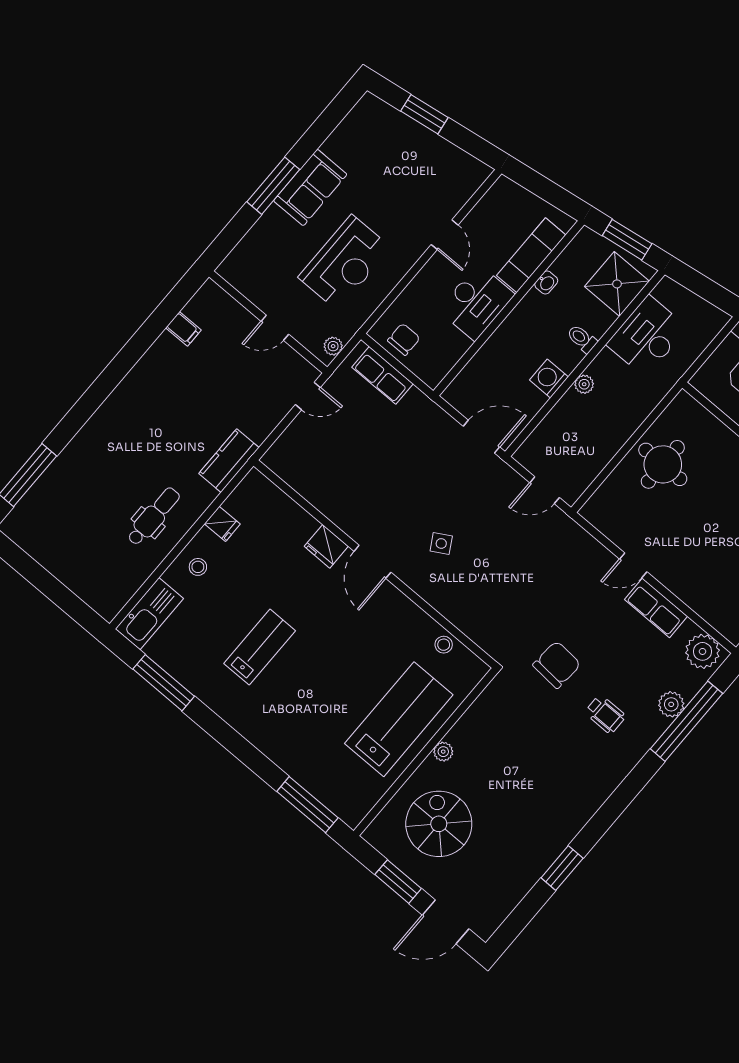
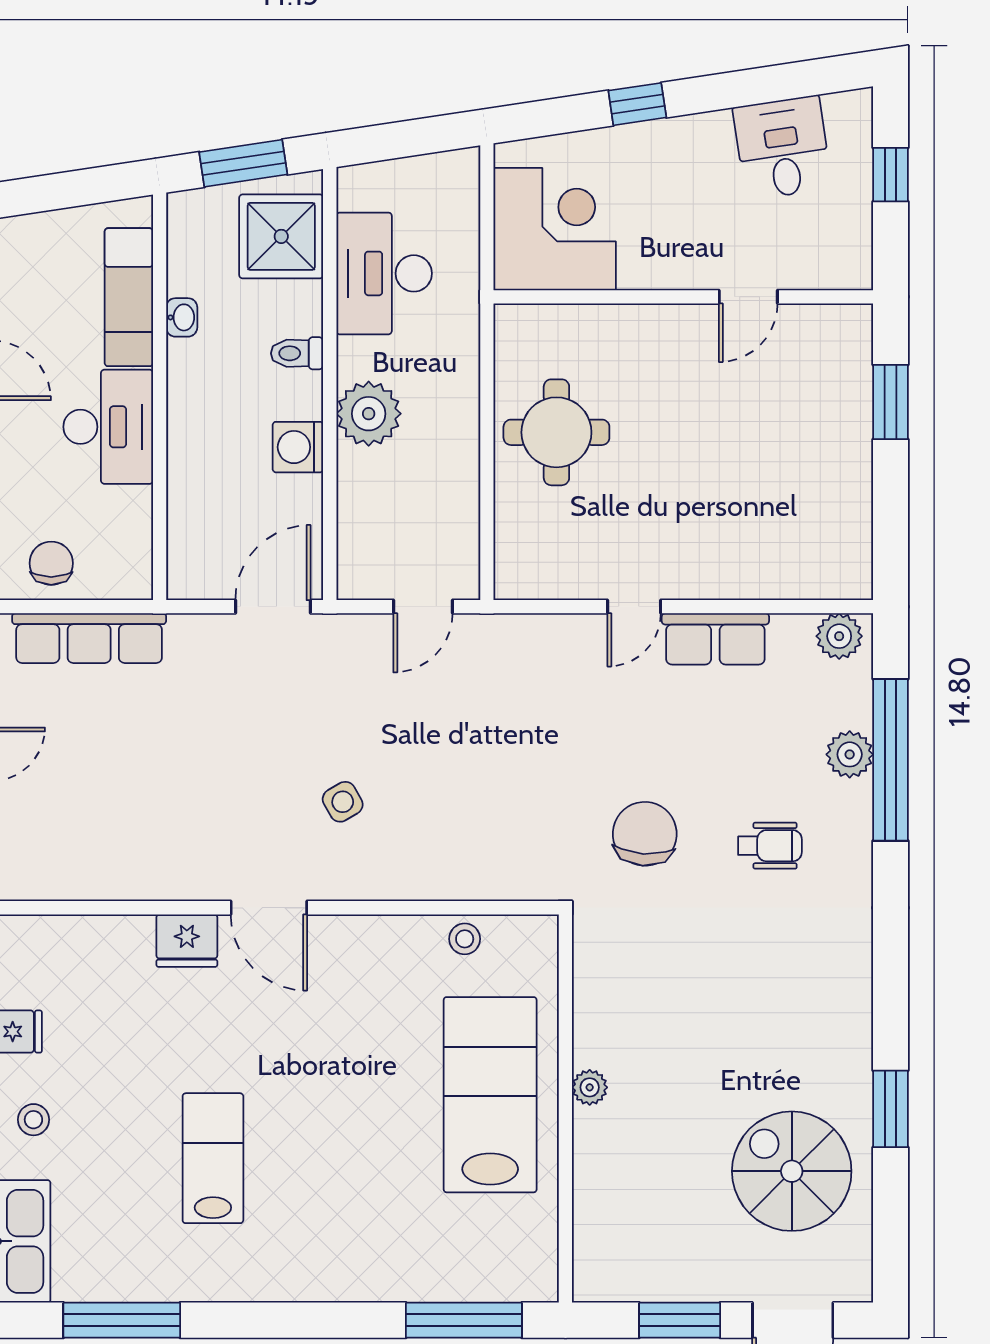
row of seats: (383, 375) -> (89, 638), width x1.48
plant: (584, 384) -> (369, 414), width x1.87, depth x1.87
plant: (702, 651) -> (839, 636), width x0.73, depth x0.73
spiral stairs: (439, 824) -> (792, 1171), moved

